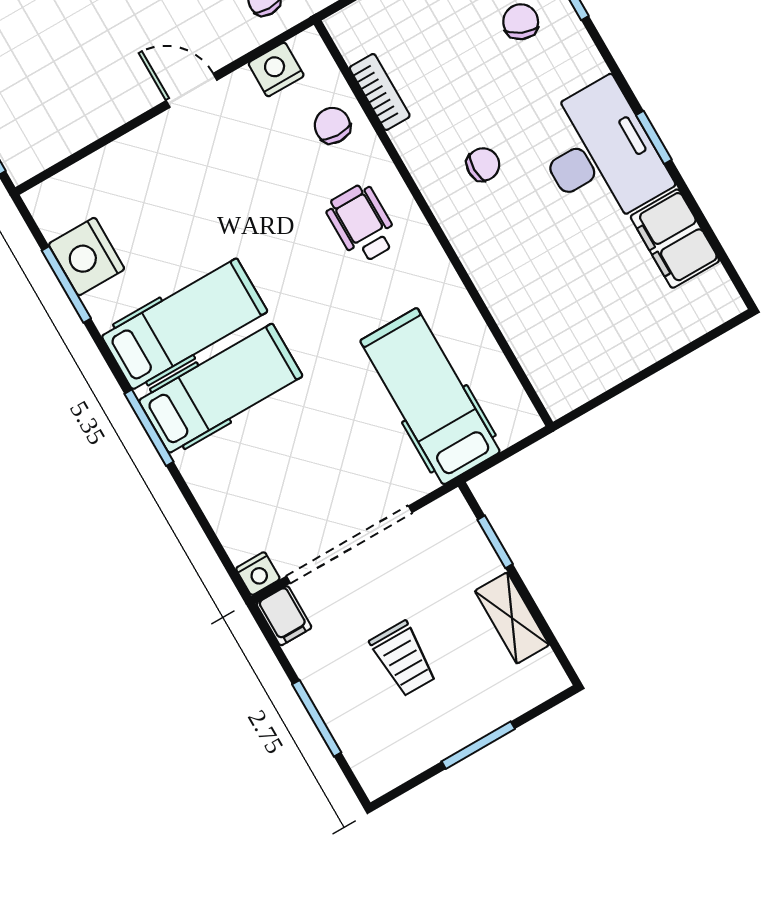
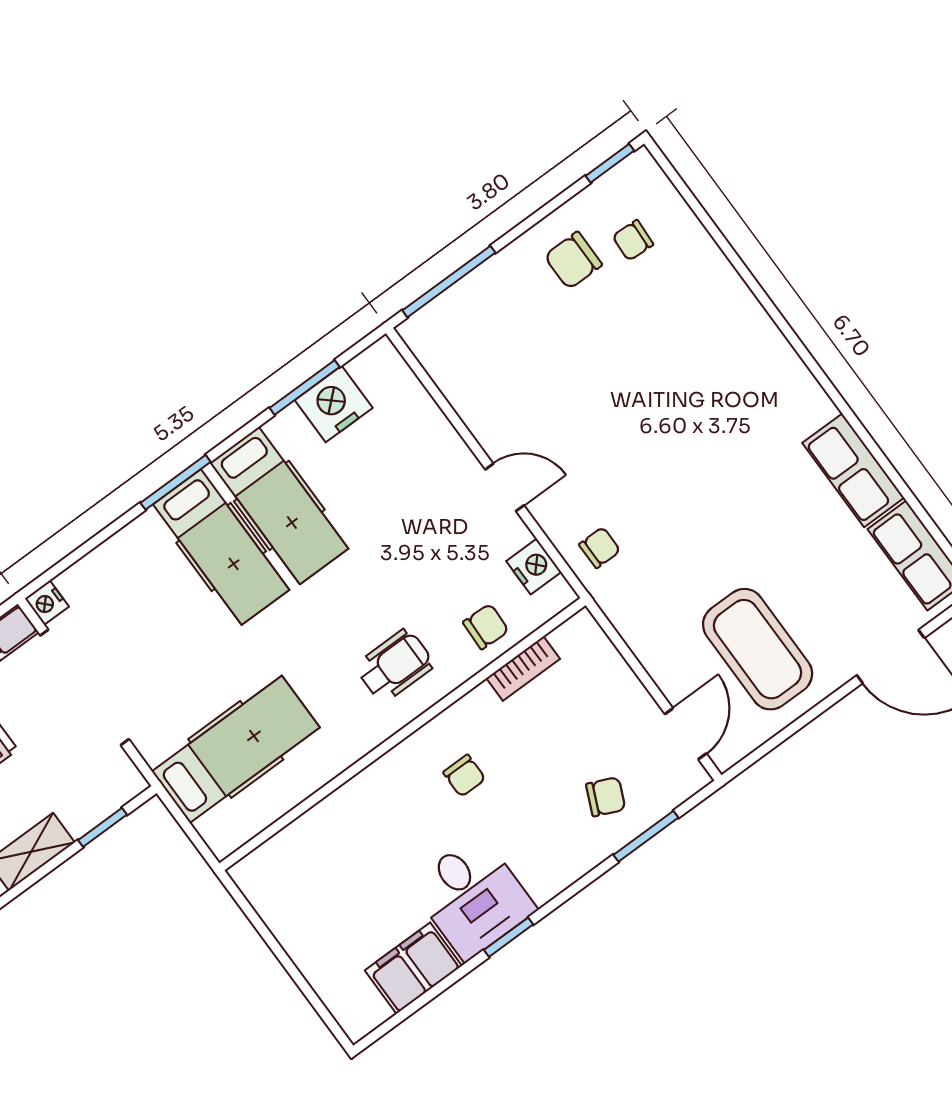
door: (192, 90) -> (505, 487), hinge flipped
desk: (600, 154) -> (473, 897), width x0.73

